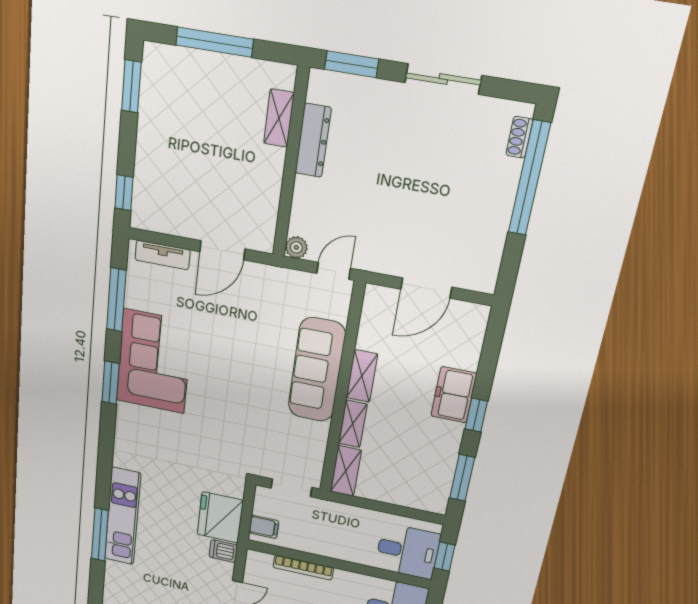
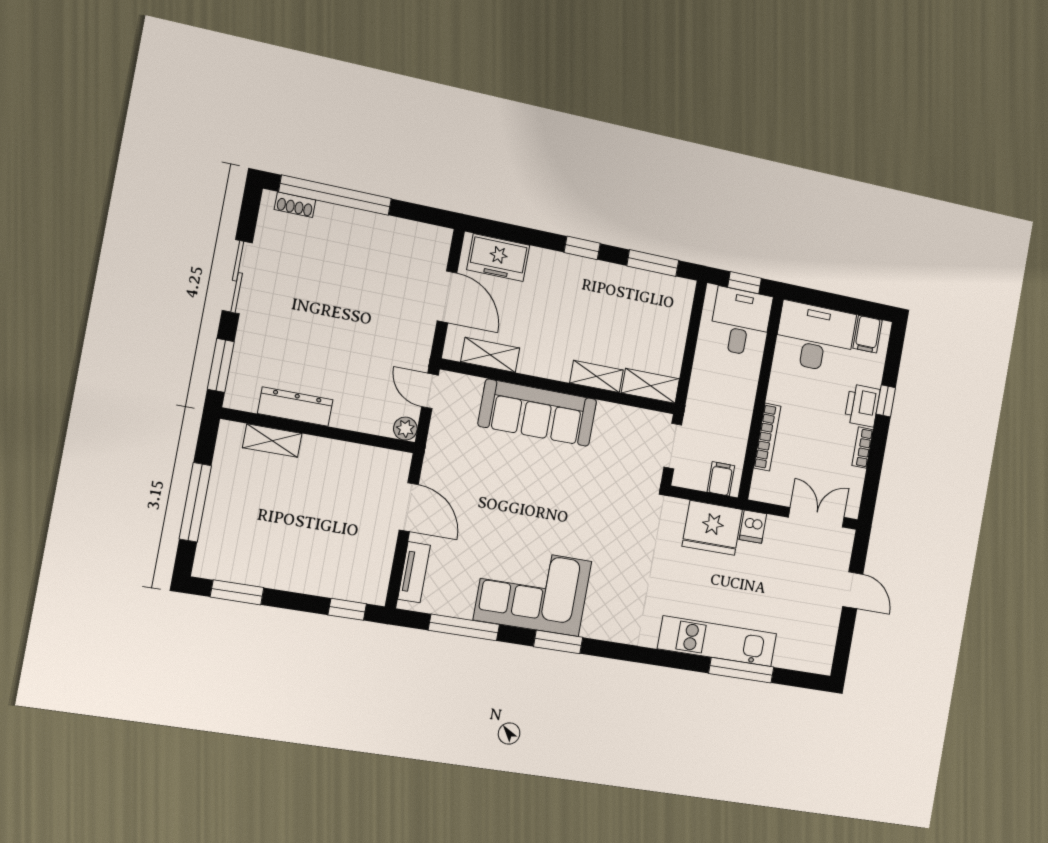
shelving: (362, 376) -> (490, 355), moved
freezer: (454, 395) -> (498, 258), moved

